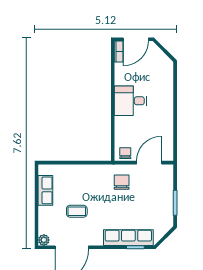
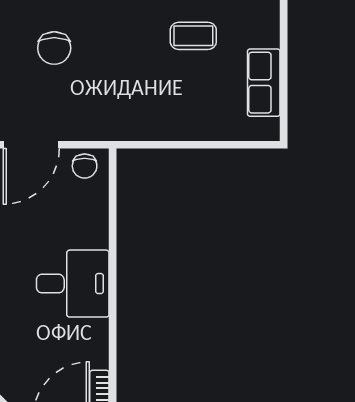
chair: (122, 182) -> (54, 48), moved

